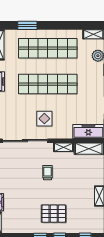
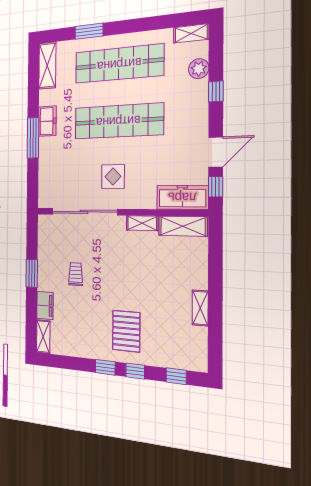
trolley: (48, 173) -> (76, 274), moved
pallet: (54, 214) -> (126, 331), turned 90

